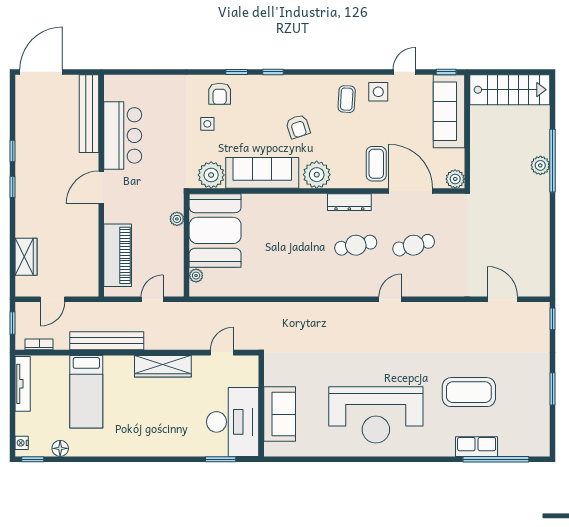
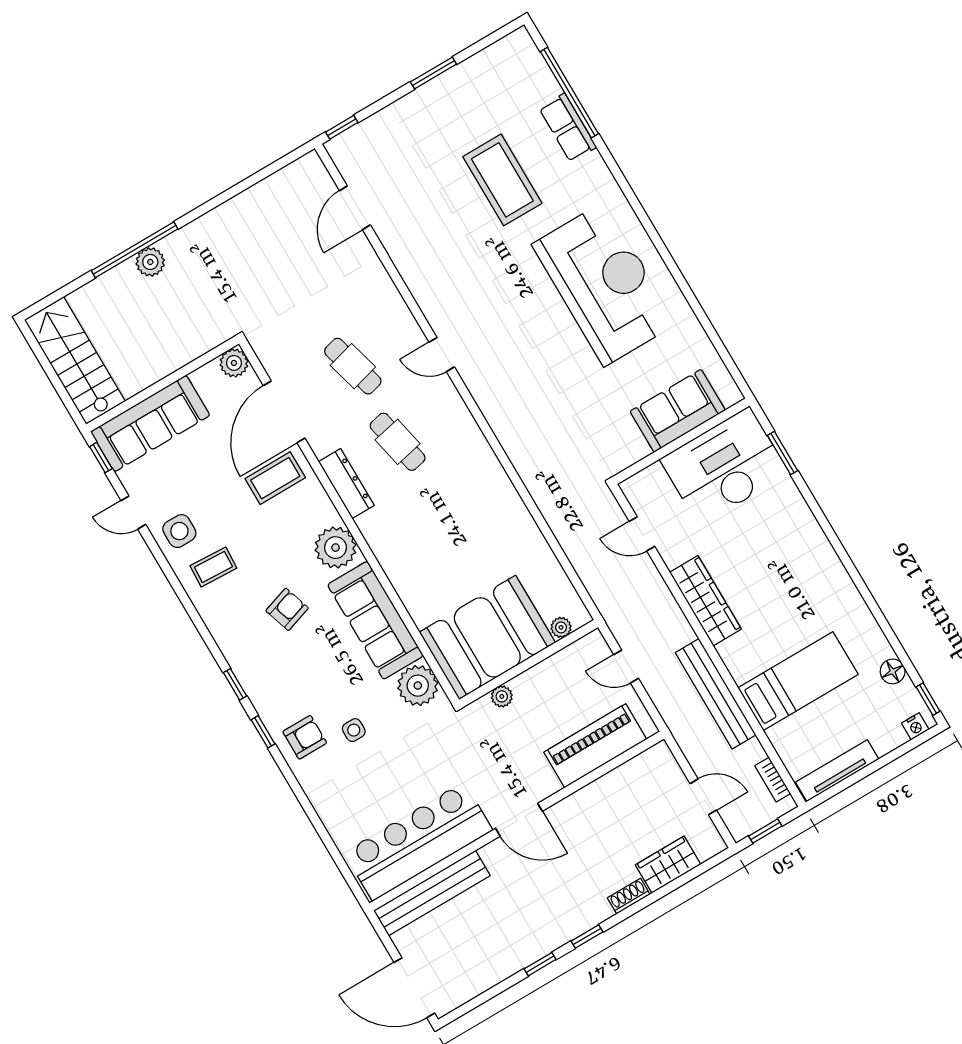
bar counter: (123, 135) -> (418, 841), width x1.36
shoe rack: (21, 224) -> (629, 896), added

